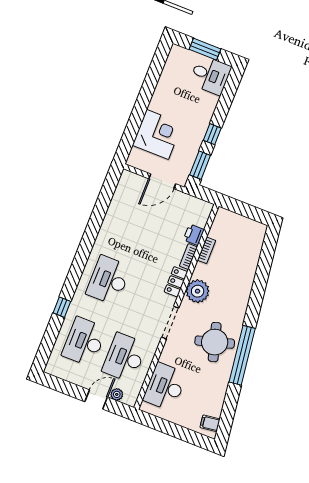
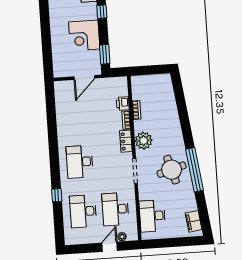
corner desk: (157, 134) -> (84, 35), moved, turned 180
window: (212, 134) -> (102, 12), moved
filing cabinet: (210, 423) -> (194, 221), width x2.00

